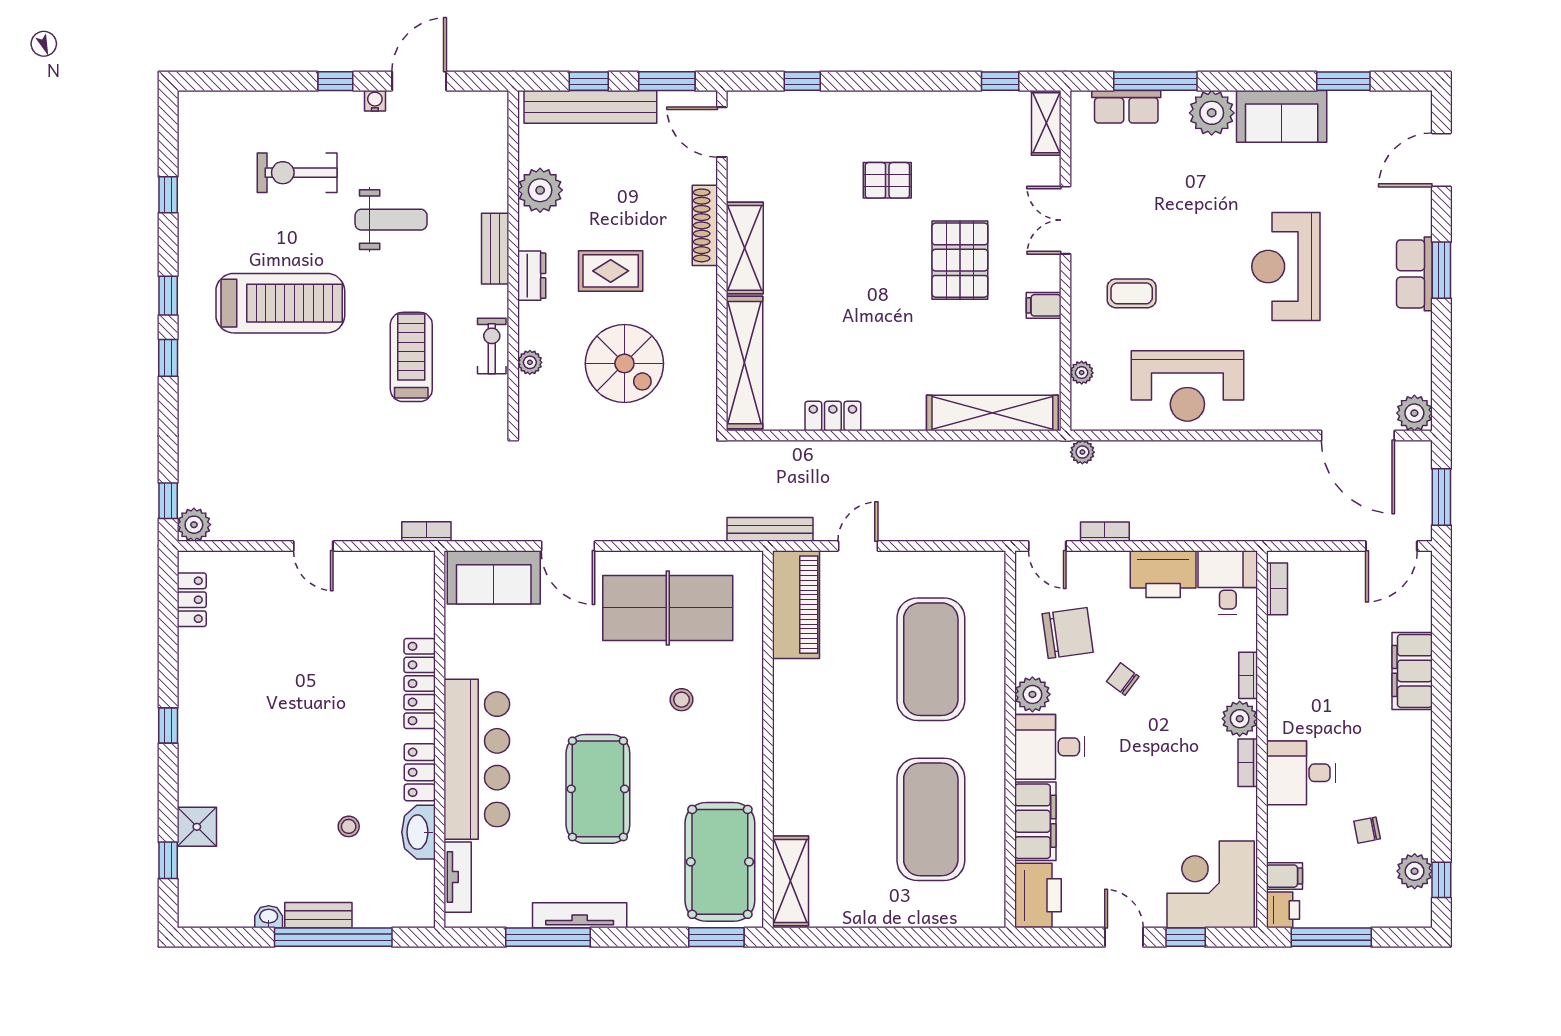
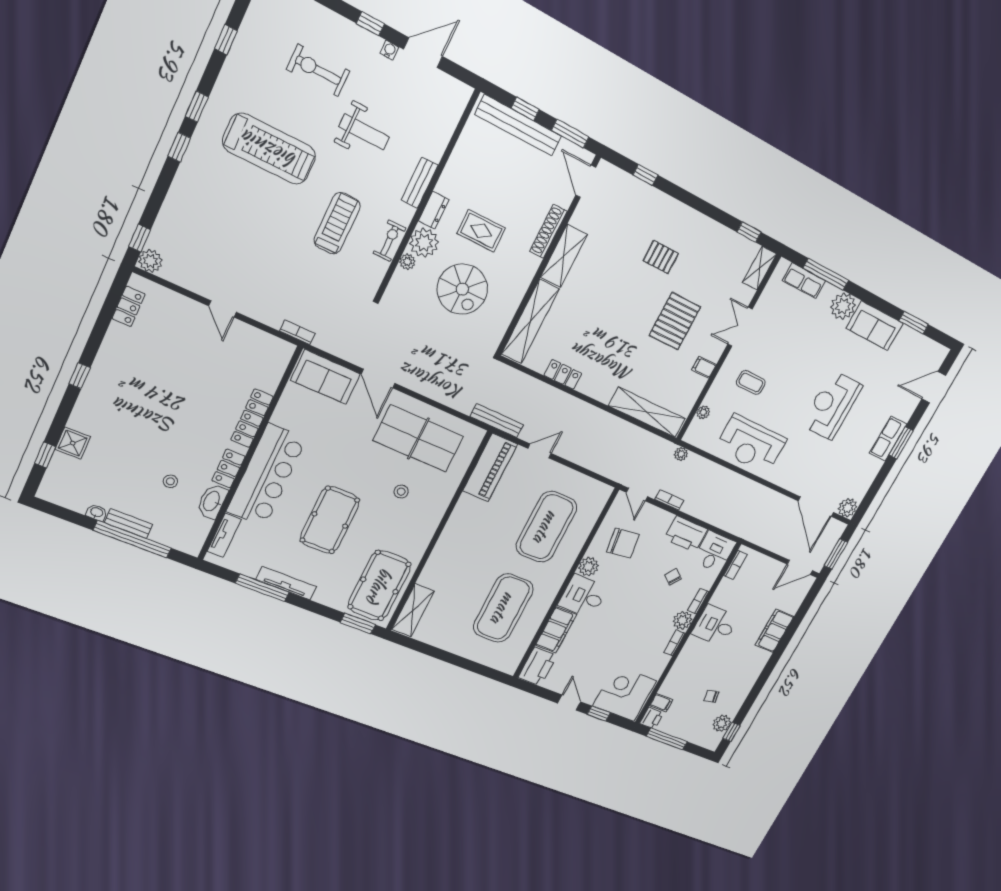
plant: (540, 190) -> (424, 243), moved
chair: (1123, 679) -> (673, 577), moved
desk: (1301, 773) -> (715, 625), moved

